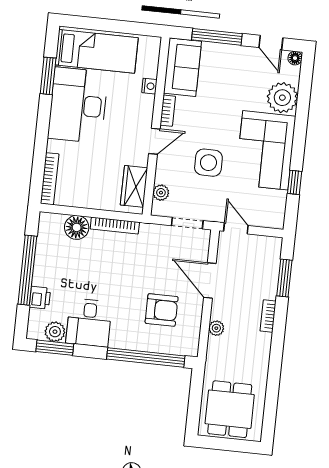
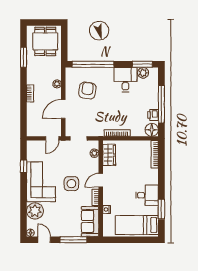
desk: (78, 105) -> (147, 195), width x0.53, depth x0.77
side table: (208, 163) -> (71, 184), moved
floor lamp: (77, 227) -> (152, 130), moved
door: (236, 228) -> (52, 138), hinge flipped
window: (284, 278) -> (24, 57), moved
door: (210, 281) -> (63, 109), swing flipped
printer: (40, 298) -> (153, 115), moved
armchair: (162, 310) -> (87, 91), turned 98

